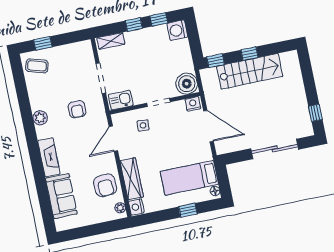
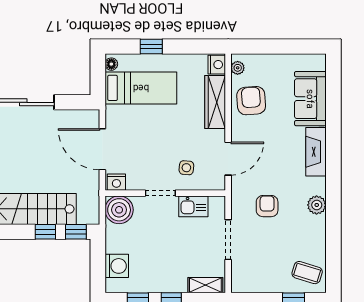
washing machine: (177, 30) -> (117, 266), moved
window: (249, 54) -> (45, 232), moved
kitchen sink: (121, 100) -> (193, 206), moved

